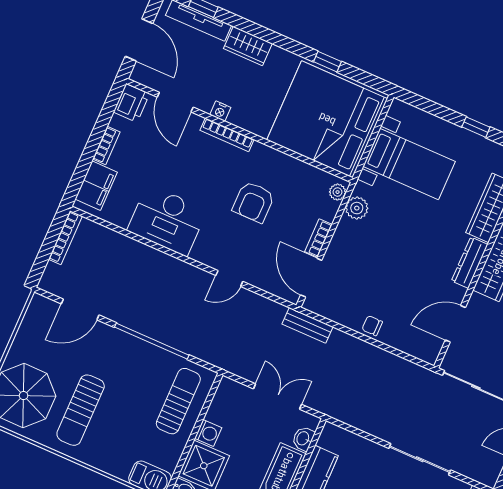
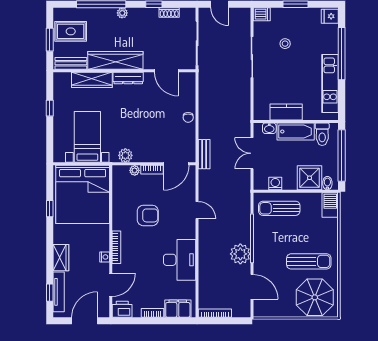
plant: (338, 192) -> (135, 170), moved
plant: (136, 314) -> (240, 254), added
washing machine: (208, 433) -> (275, 183), moved

